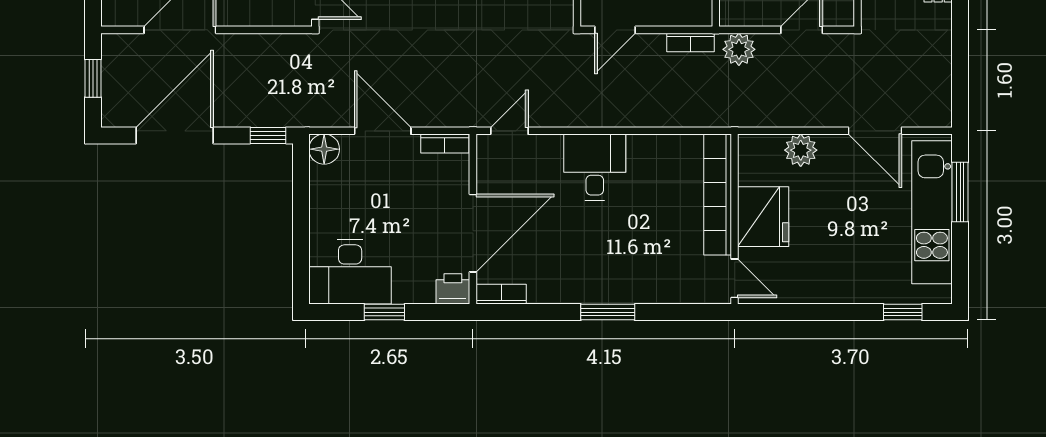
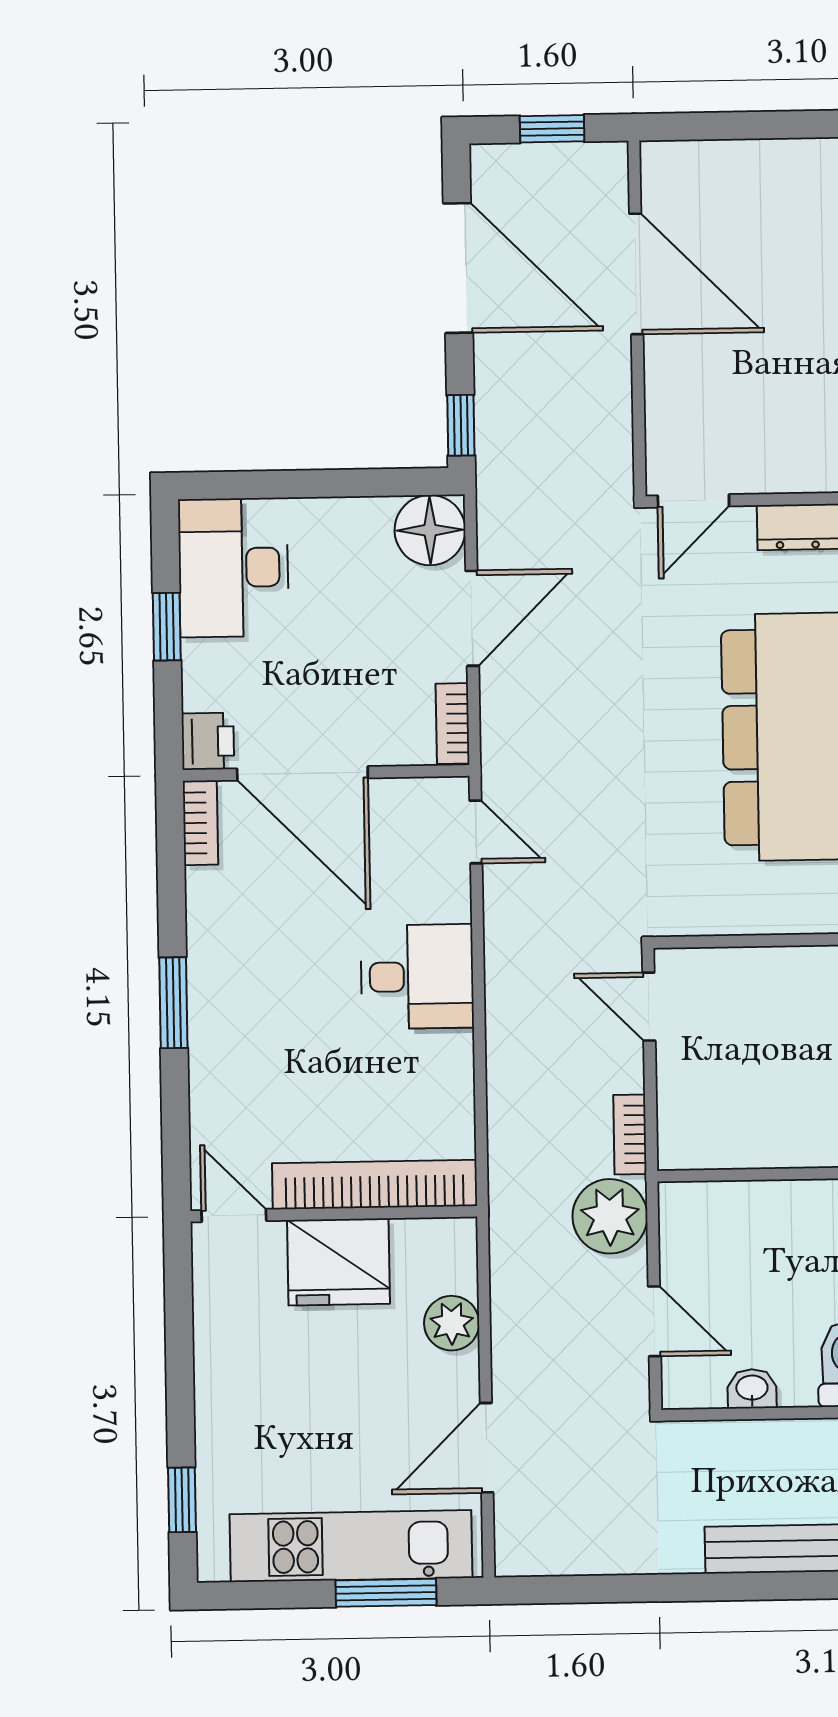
plant: (739, 49) -> (610, 1216), width x1.36, depth x1.36
floor lamp: (324, 149) -> (430, 530), width x1.38, depth x1.38
door: (735, 278) -> (234, 1216), swing flipped

